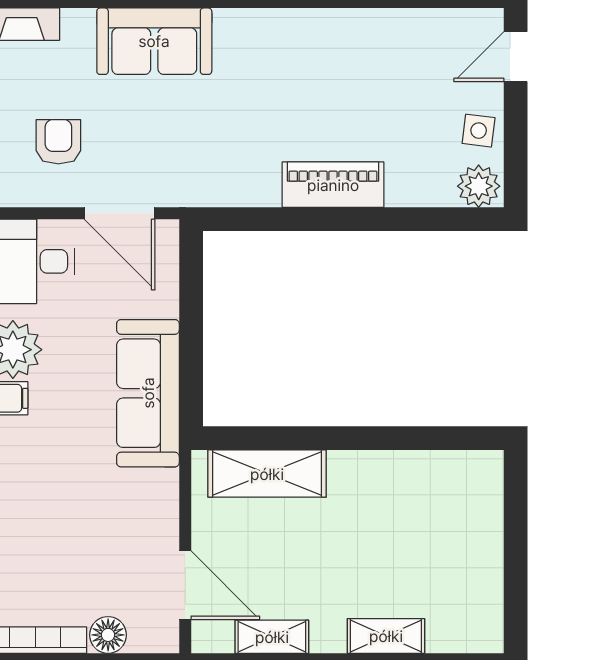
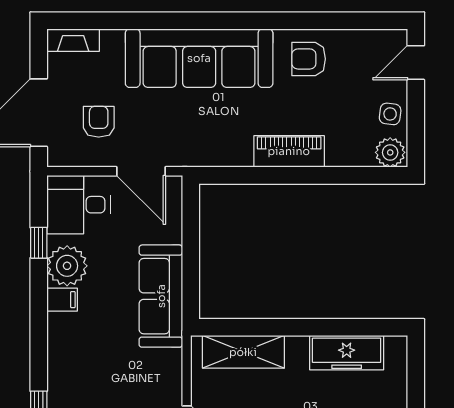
sofa: (154, 41) -> (199, 58), width x1.85, depth x1.27
armchair: (361, 51) -> (309, 59), added
freezer: (416, 475) -> (347, 353), added

